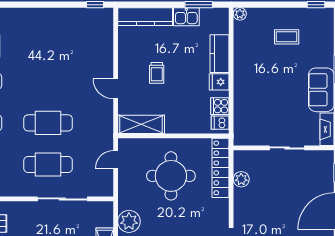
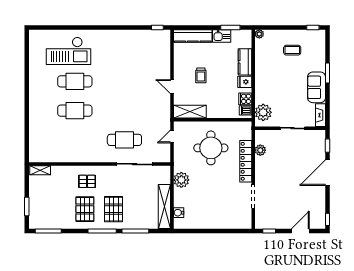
cafe table: (48, 123) -> (124, 111), removed
plant: (245, 125) -> (263, 112), added
locker: (220, 168) -> (246, 161), moved

